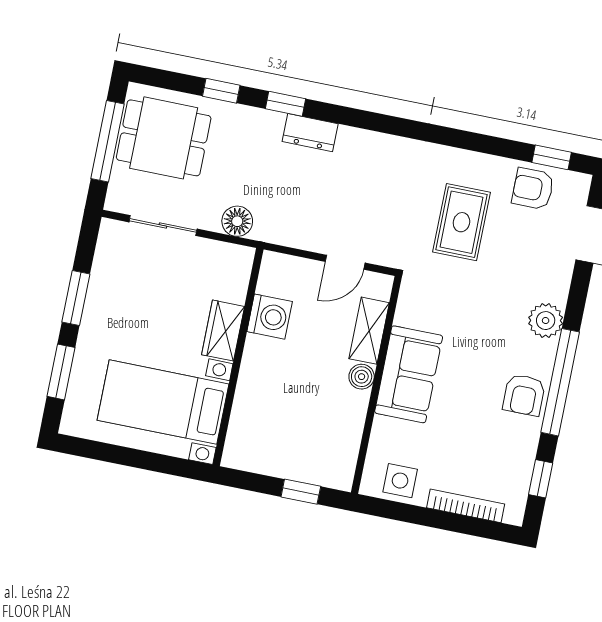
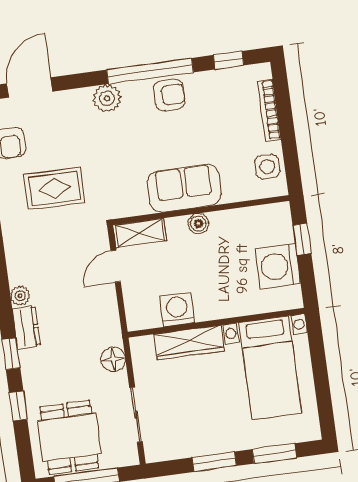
plant: (350, 138) -> (20, 296), added
door: (345, 262) -> (116, 266), swing flipped
wardrobe: (223, 331) -> (189, 343), width x1.50
shelving: (369, 331) -> (140, 233), moved
washing machine: (279, 452) -> (278, 266), added

